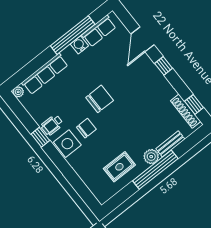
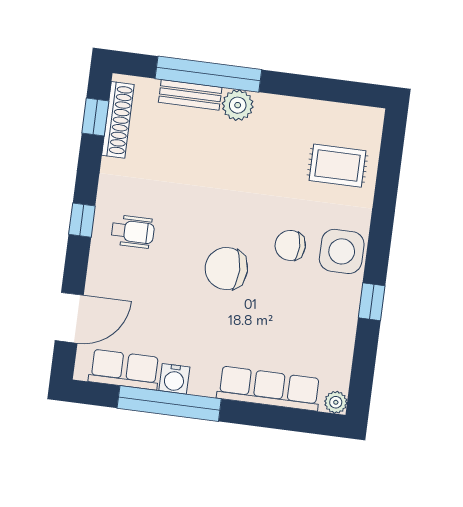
door: (143, 39) -> (69, 318), moved
wheelchair: (52, 125) -> (133, 232), moved
rug: (119, 167) -> (338, 166), moved
window: (155, 170) -> (208, 74), moved

